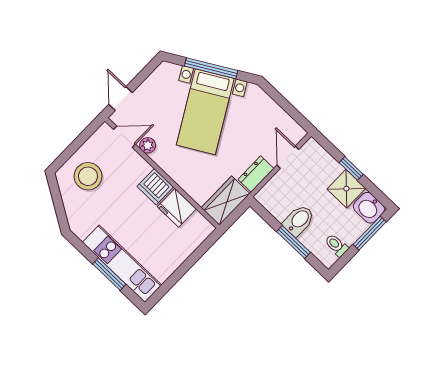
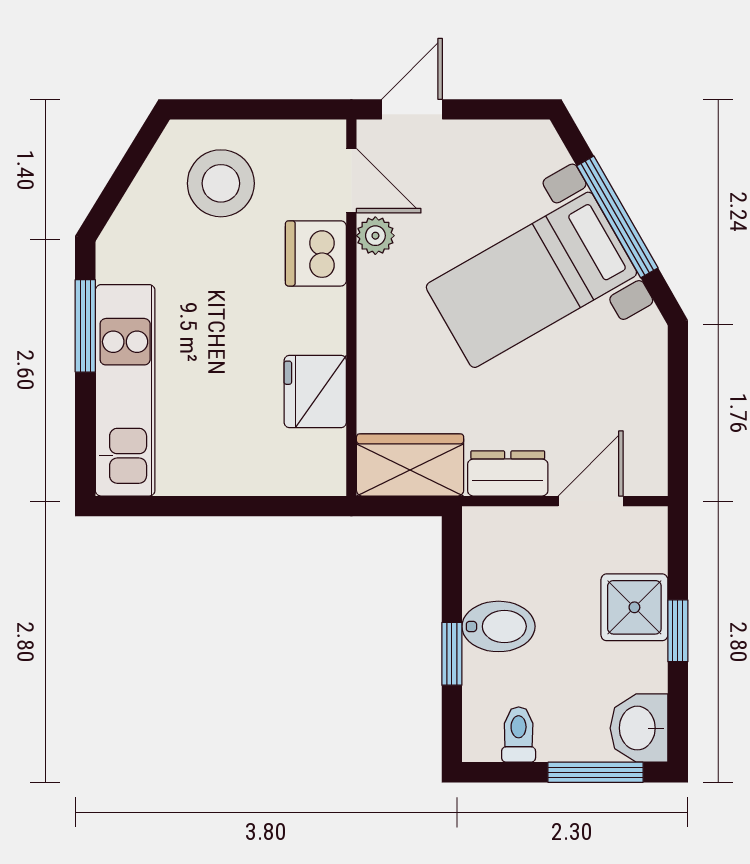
dishwasher: (155, 187) -> (316, 253), moved
shower: (346, 189) -> (634, 607), moved
window: (293, 242) -> (452, 654), width x0.67
window: (109, 274) -> (85, 326), moved

